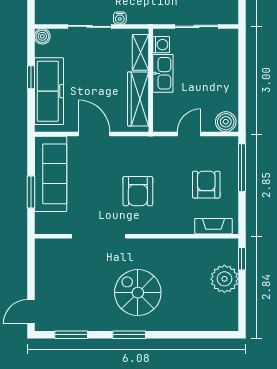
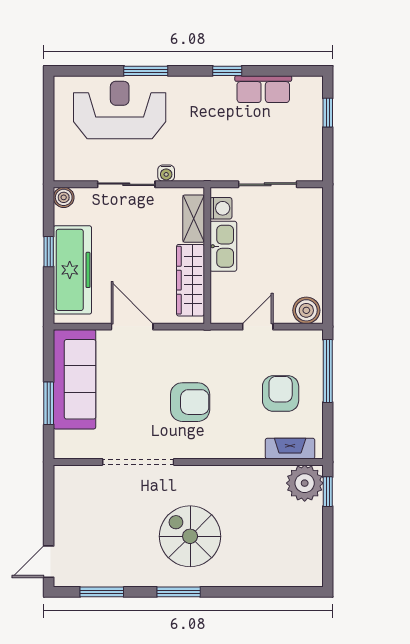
armchair: (138, 191) -> (190, 402), turned -90
plant: (224, 279) -> (305, 483), moved

